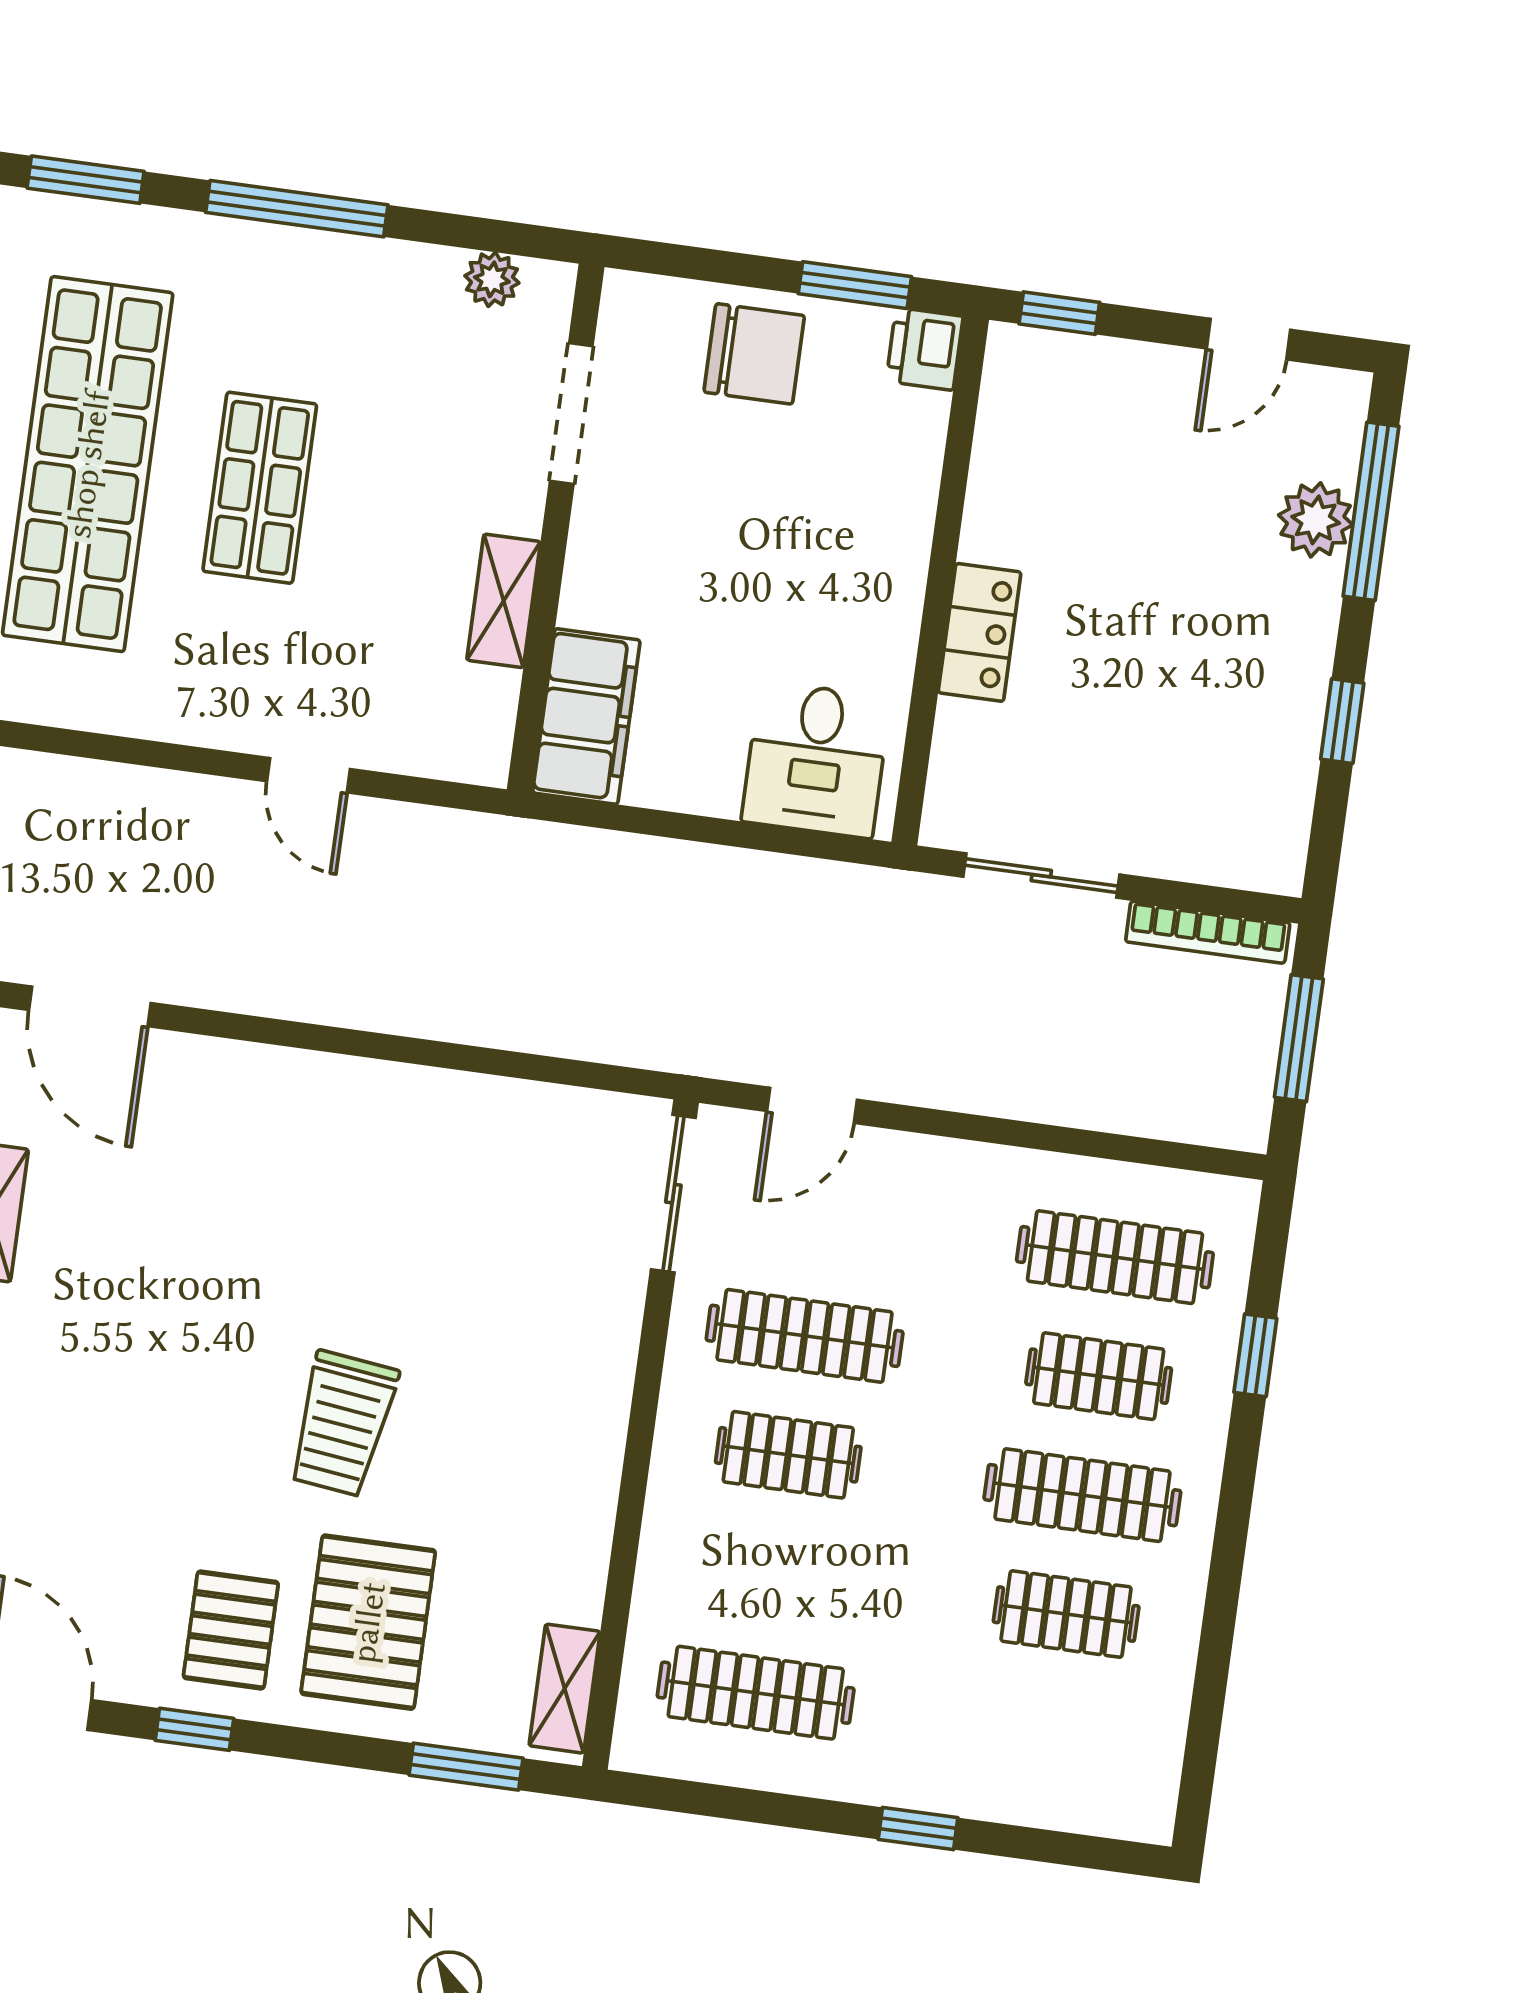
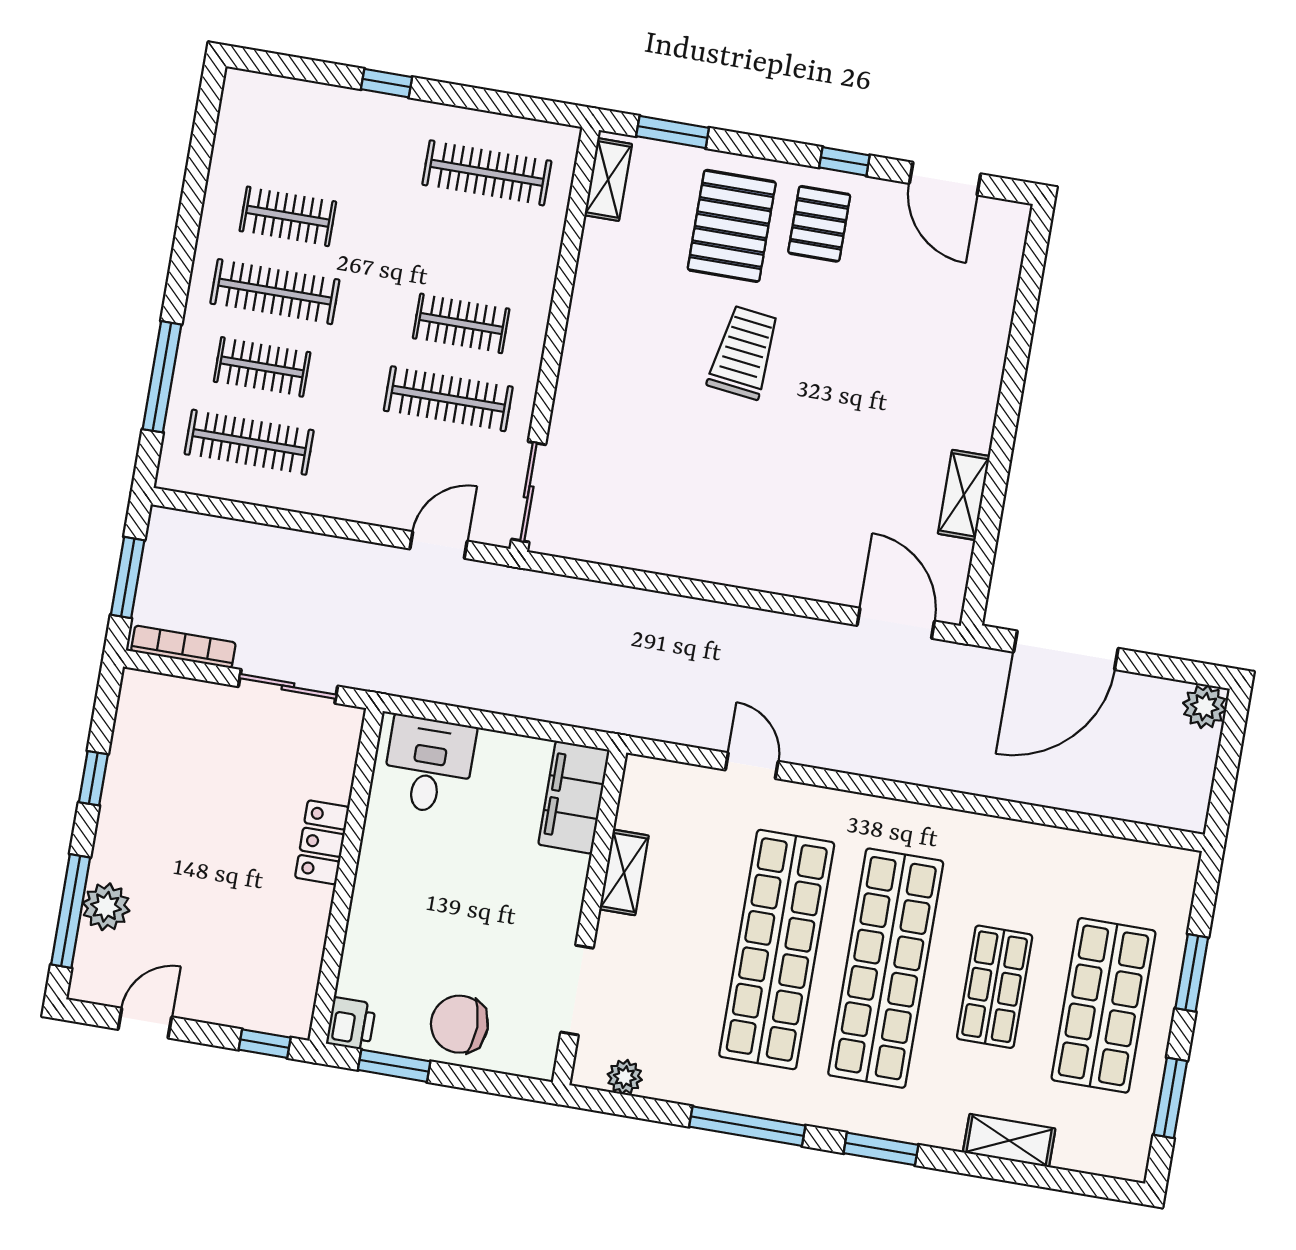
shop shelf: (260, 488) -> (777, 949), width x2.00, depth x1.36
window: (1255, 1355) -> (162, 377), width x2.17

